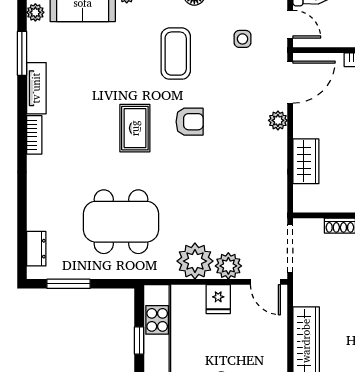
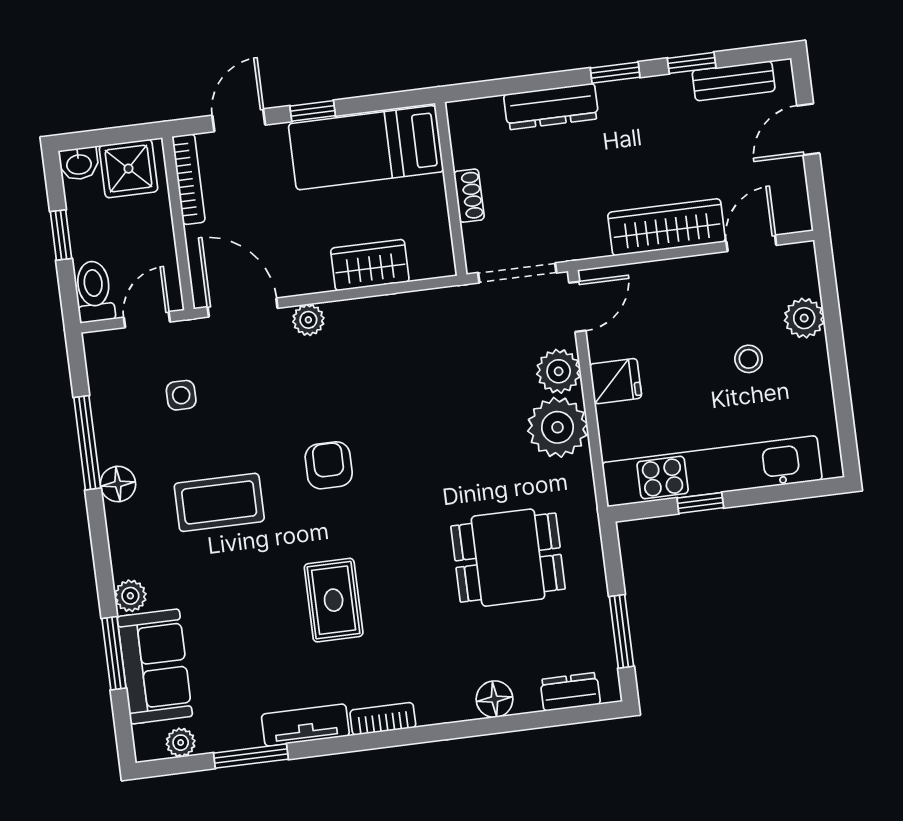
rug: (135, 128) -> (334, 600), moved, turned 90
floor lamp: (38, 203) -> (495, 699), added
dining table: (121, 222) -> (508, 558), width x0.73

